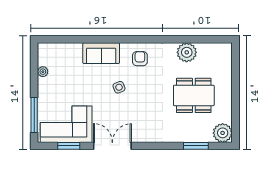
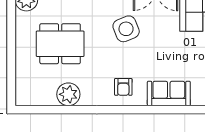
side table: (119, 87) -> (126, 29), moved, width x1.87, depth x1.87

